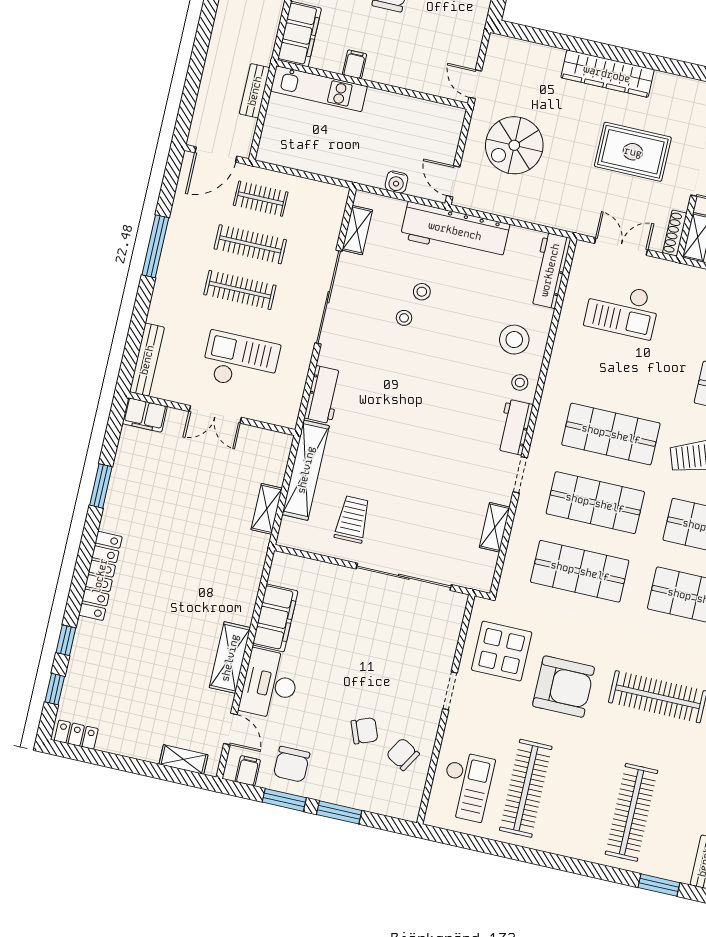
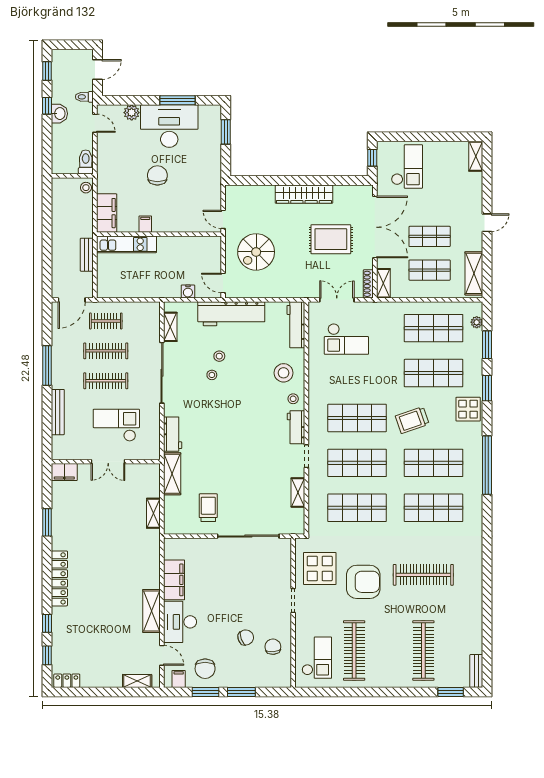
bench: (147, 360) -> (58, 412), moved
shelving: (306, 470) -> (172, 474), width x0.68
chair: (403, 754) -> (273, 647), turned 55

